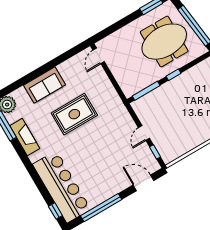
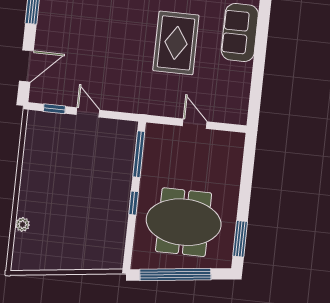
meeting table: (164, 42) -> (184, 222), turned 90
door: (99, 56) -> (195, 124), moved

